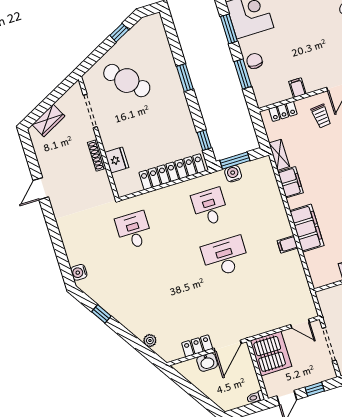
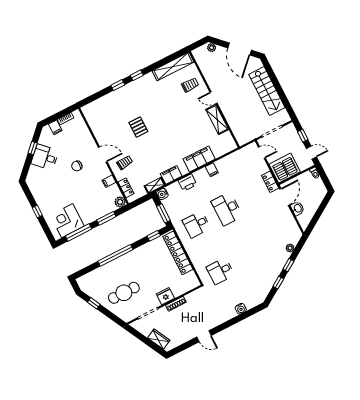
window: (229, 29) -> (79, 232), width x1.44
chair: (255, 61) -> (77, 166), moved
window: (185, 78) -> (115, 255), width x2.11
cafe table: (127, 81) -> (124, 293), turned 45
plant: (264, 99) -> (120, 202), added
fridge: (117, 160) -> (165, 296), moved
water cooler: (233, 174) -> (162, 194), moved
printer: (275, 205) -> (187, 183), added
water cooler: (79, 272) -> (241, 309), moved
door: (300, 324) -> (262, 152), hinge flipped
window: (125, 334) -> (288, 265), added
locker: (197, 346) -> (270, 182), moved
door: (228, 346) -> (285, 197), hinge flipped

